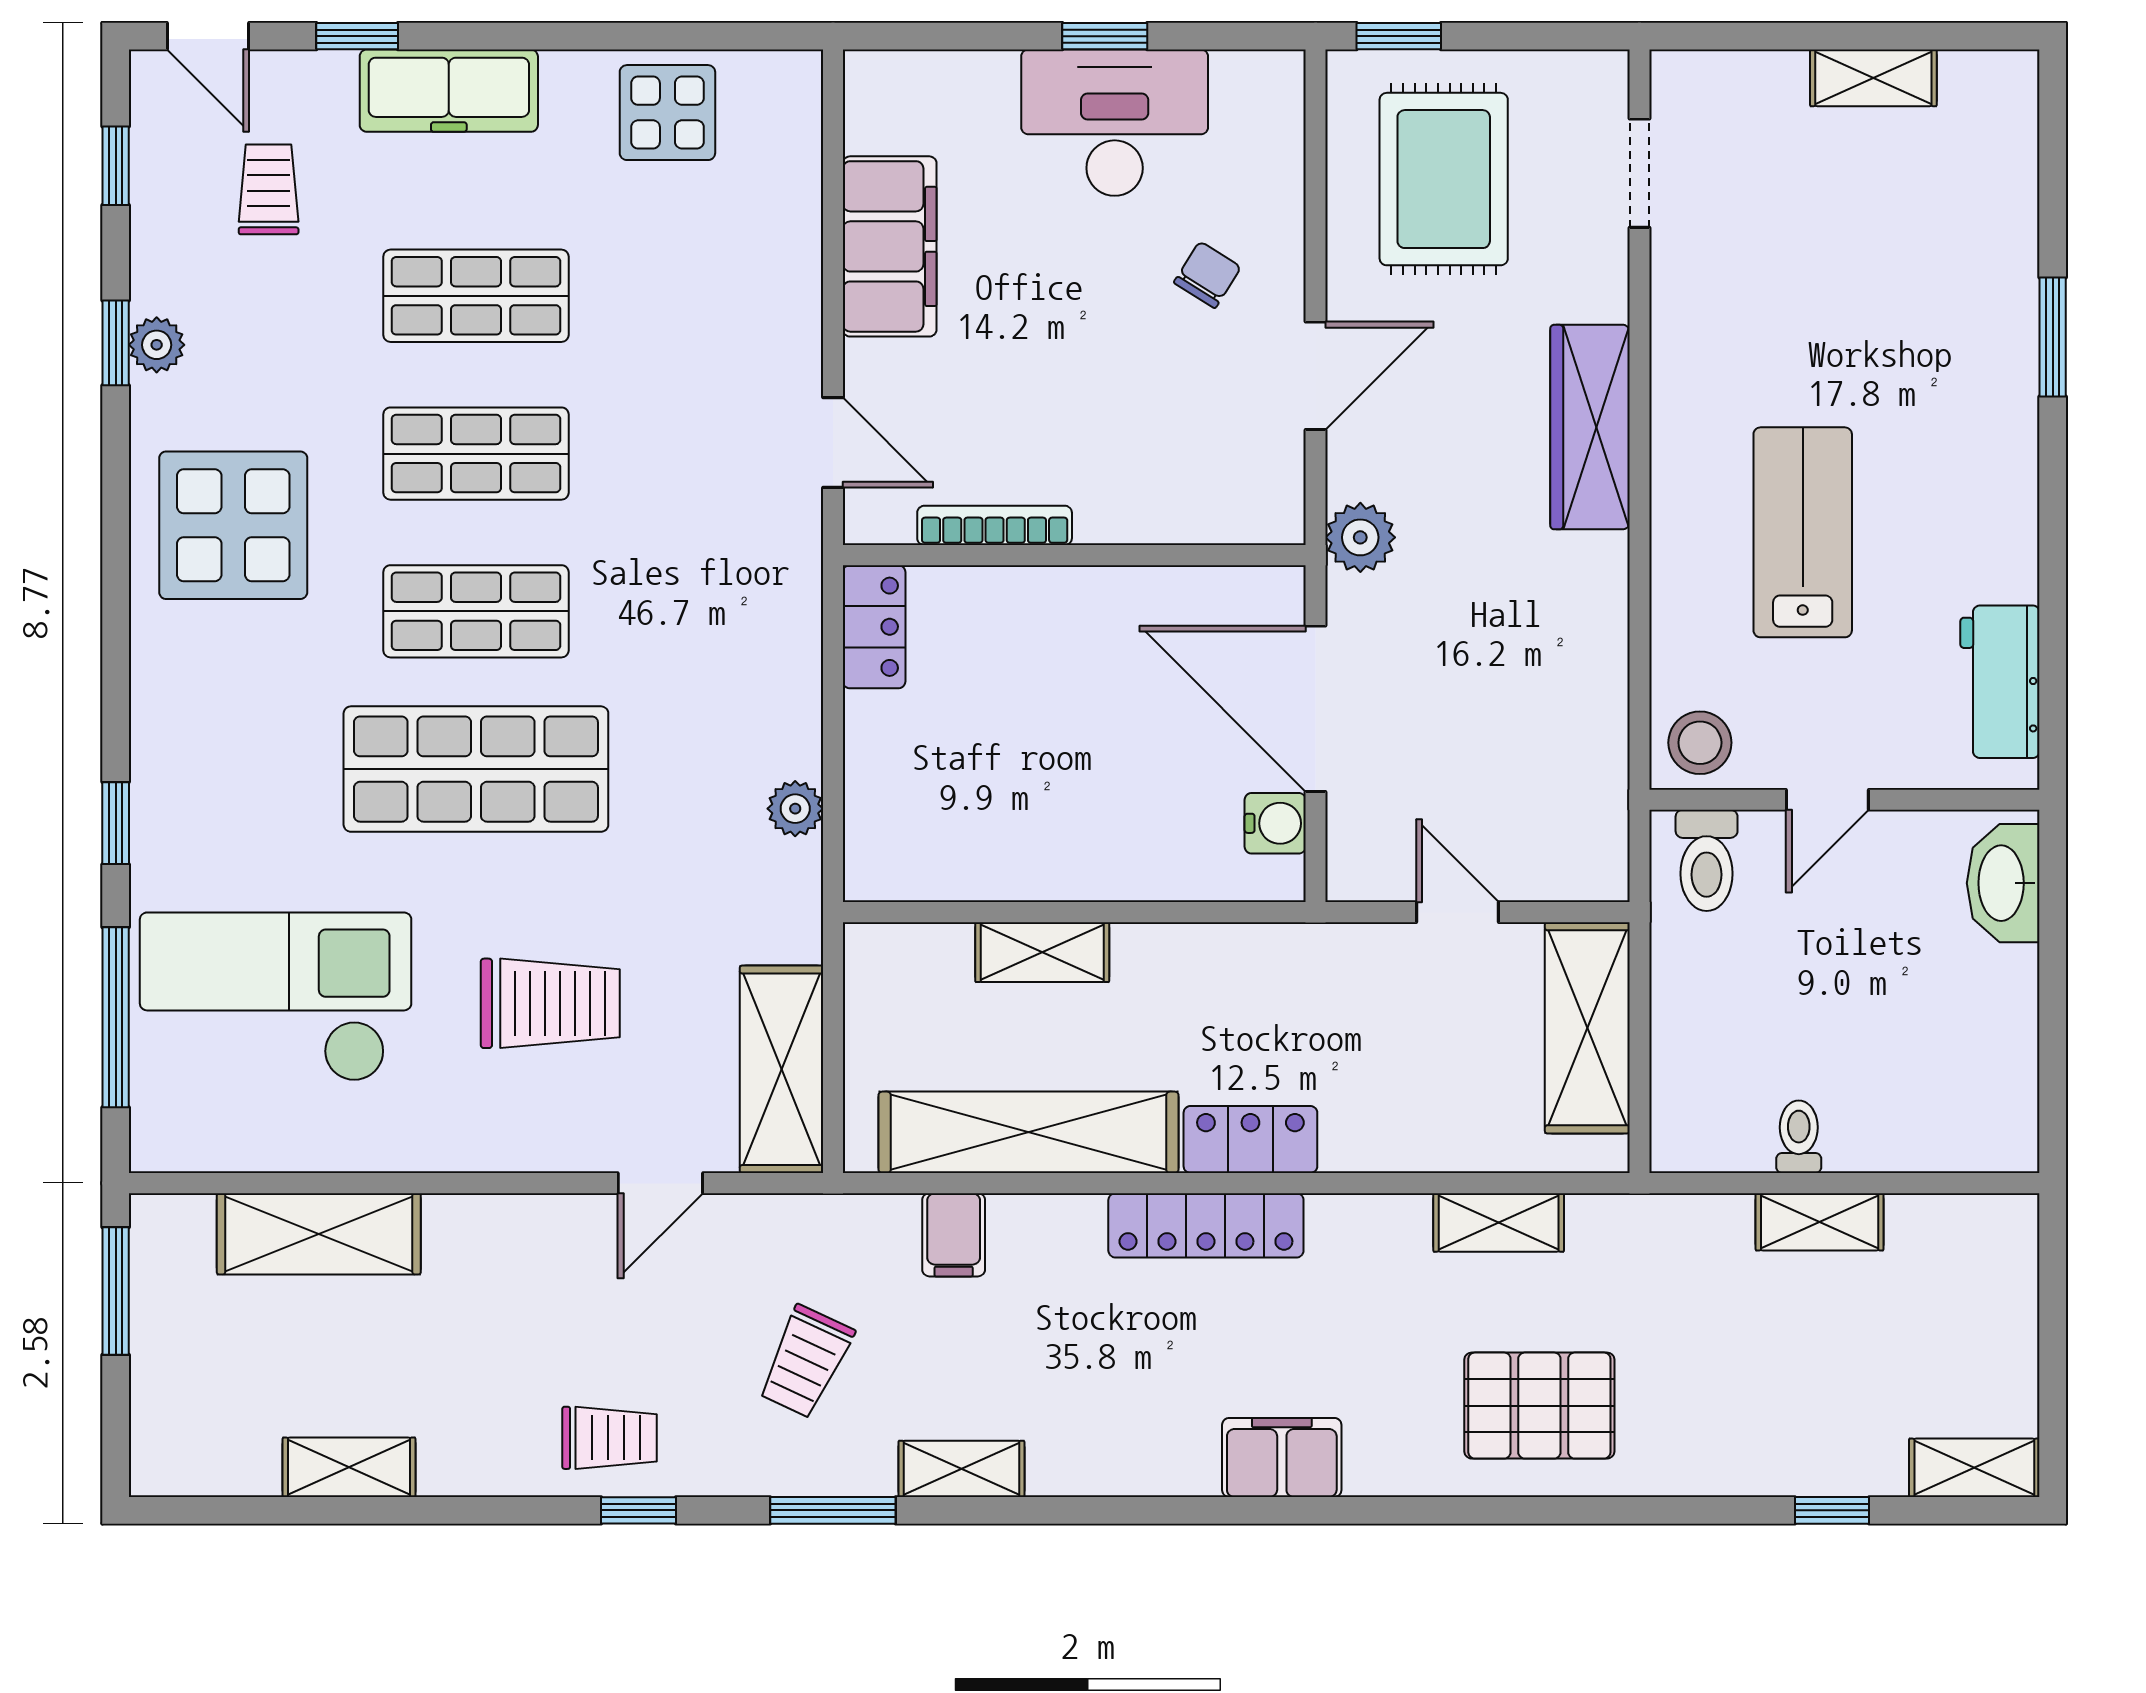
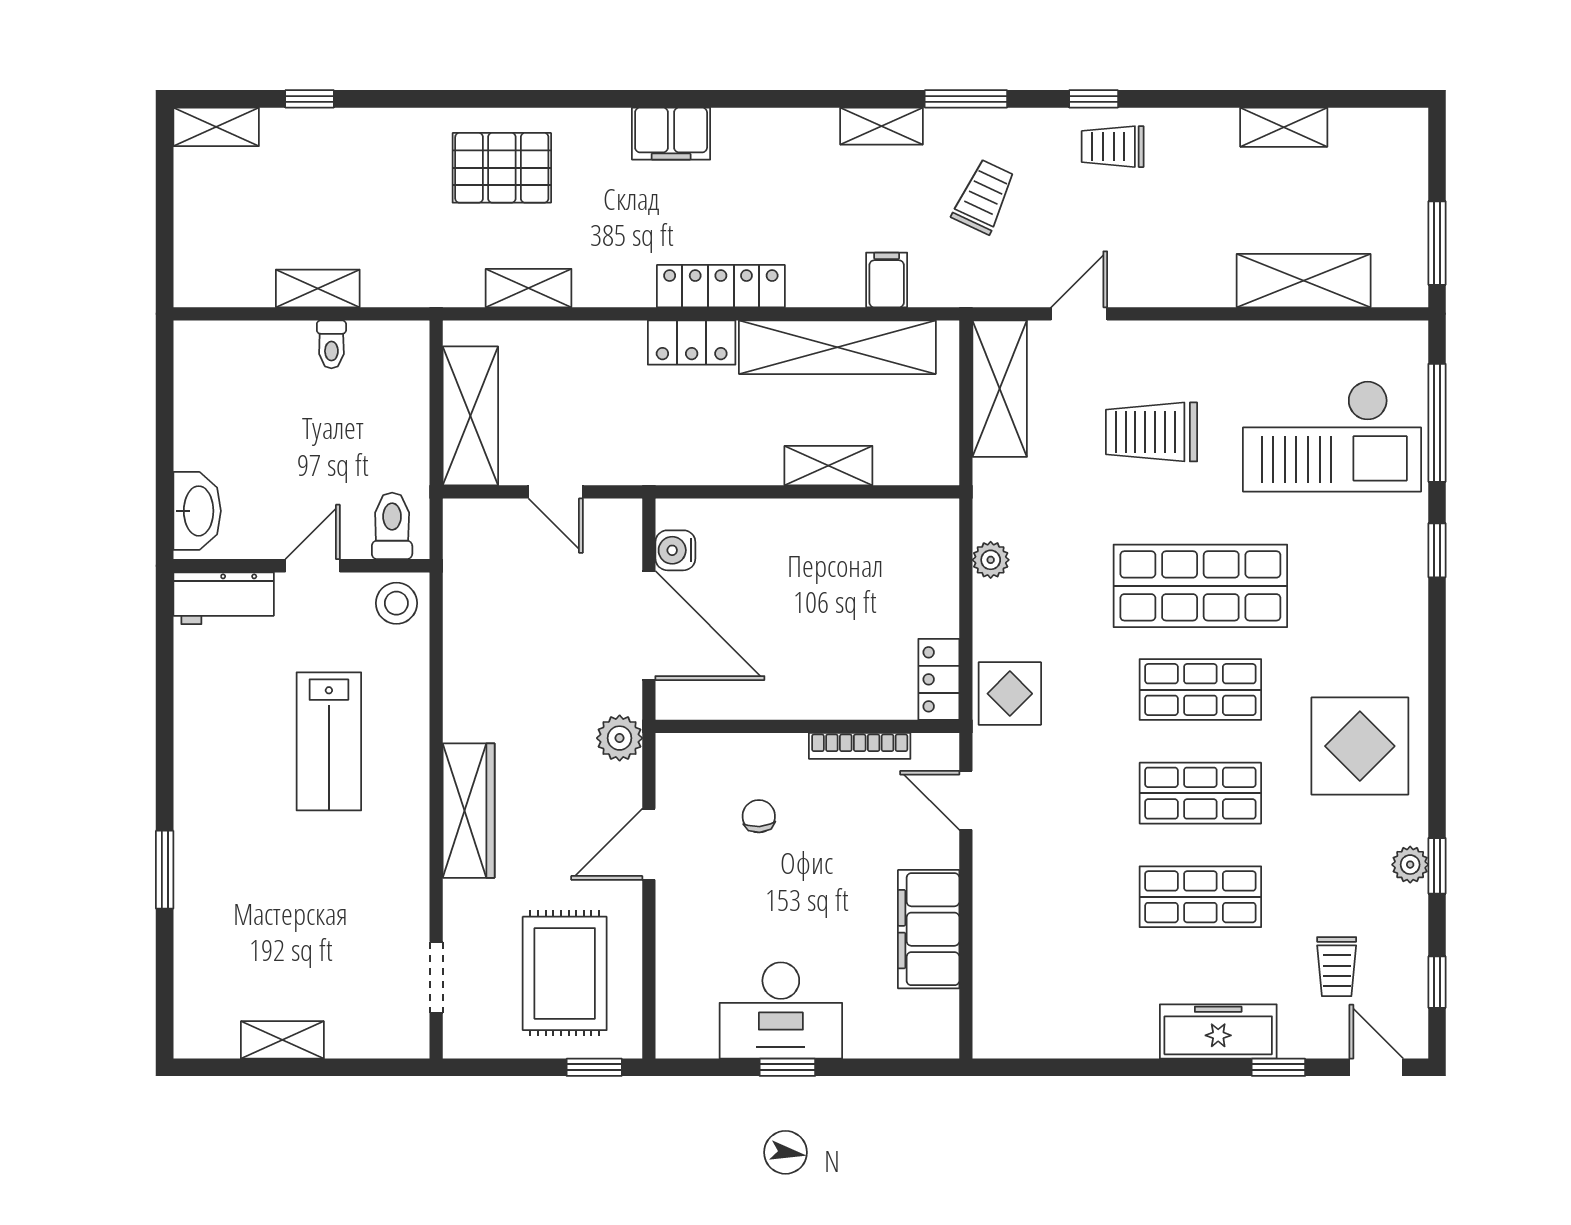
display table: (667, 113) -> (1010, 694), moved
chair: (1207, 275) -> (759, 816), moved, turned 144
workbench: (2000, 682) -> (224, 598), moved, turned 90

